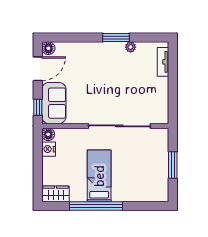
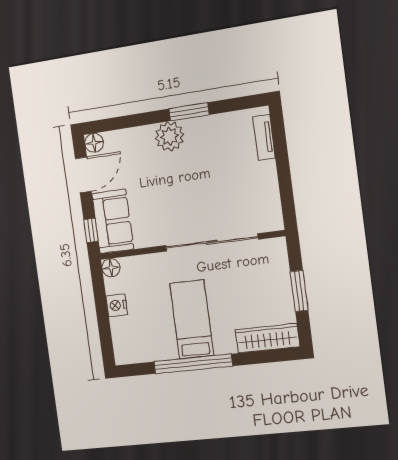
plant: (131, 47) -> (169, 136), moved, width x1.88, depth x1.88
nightstand: (49, 149) -> (117, 305), moved
wardrobe: (56, 194) -> (267, 338), moved, width x1.50

